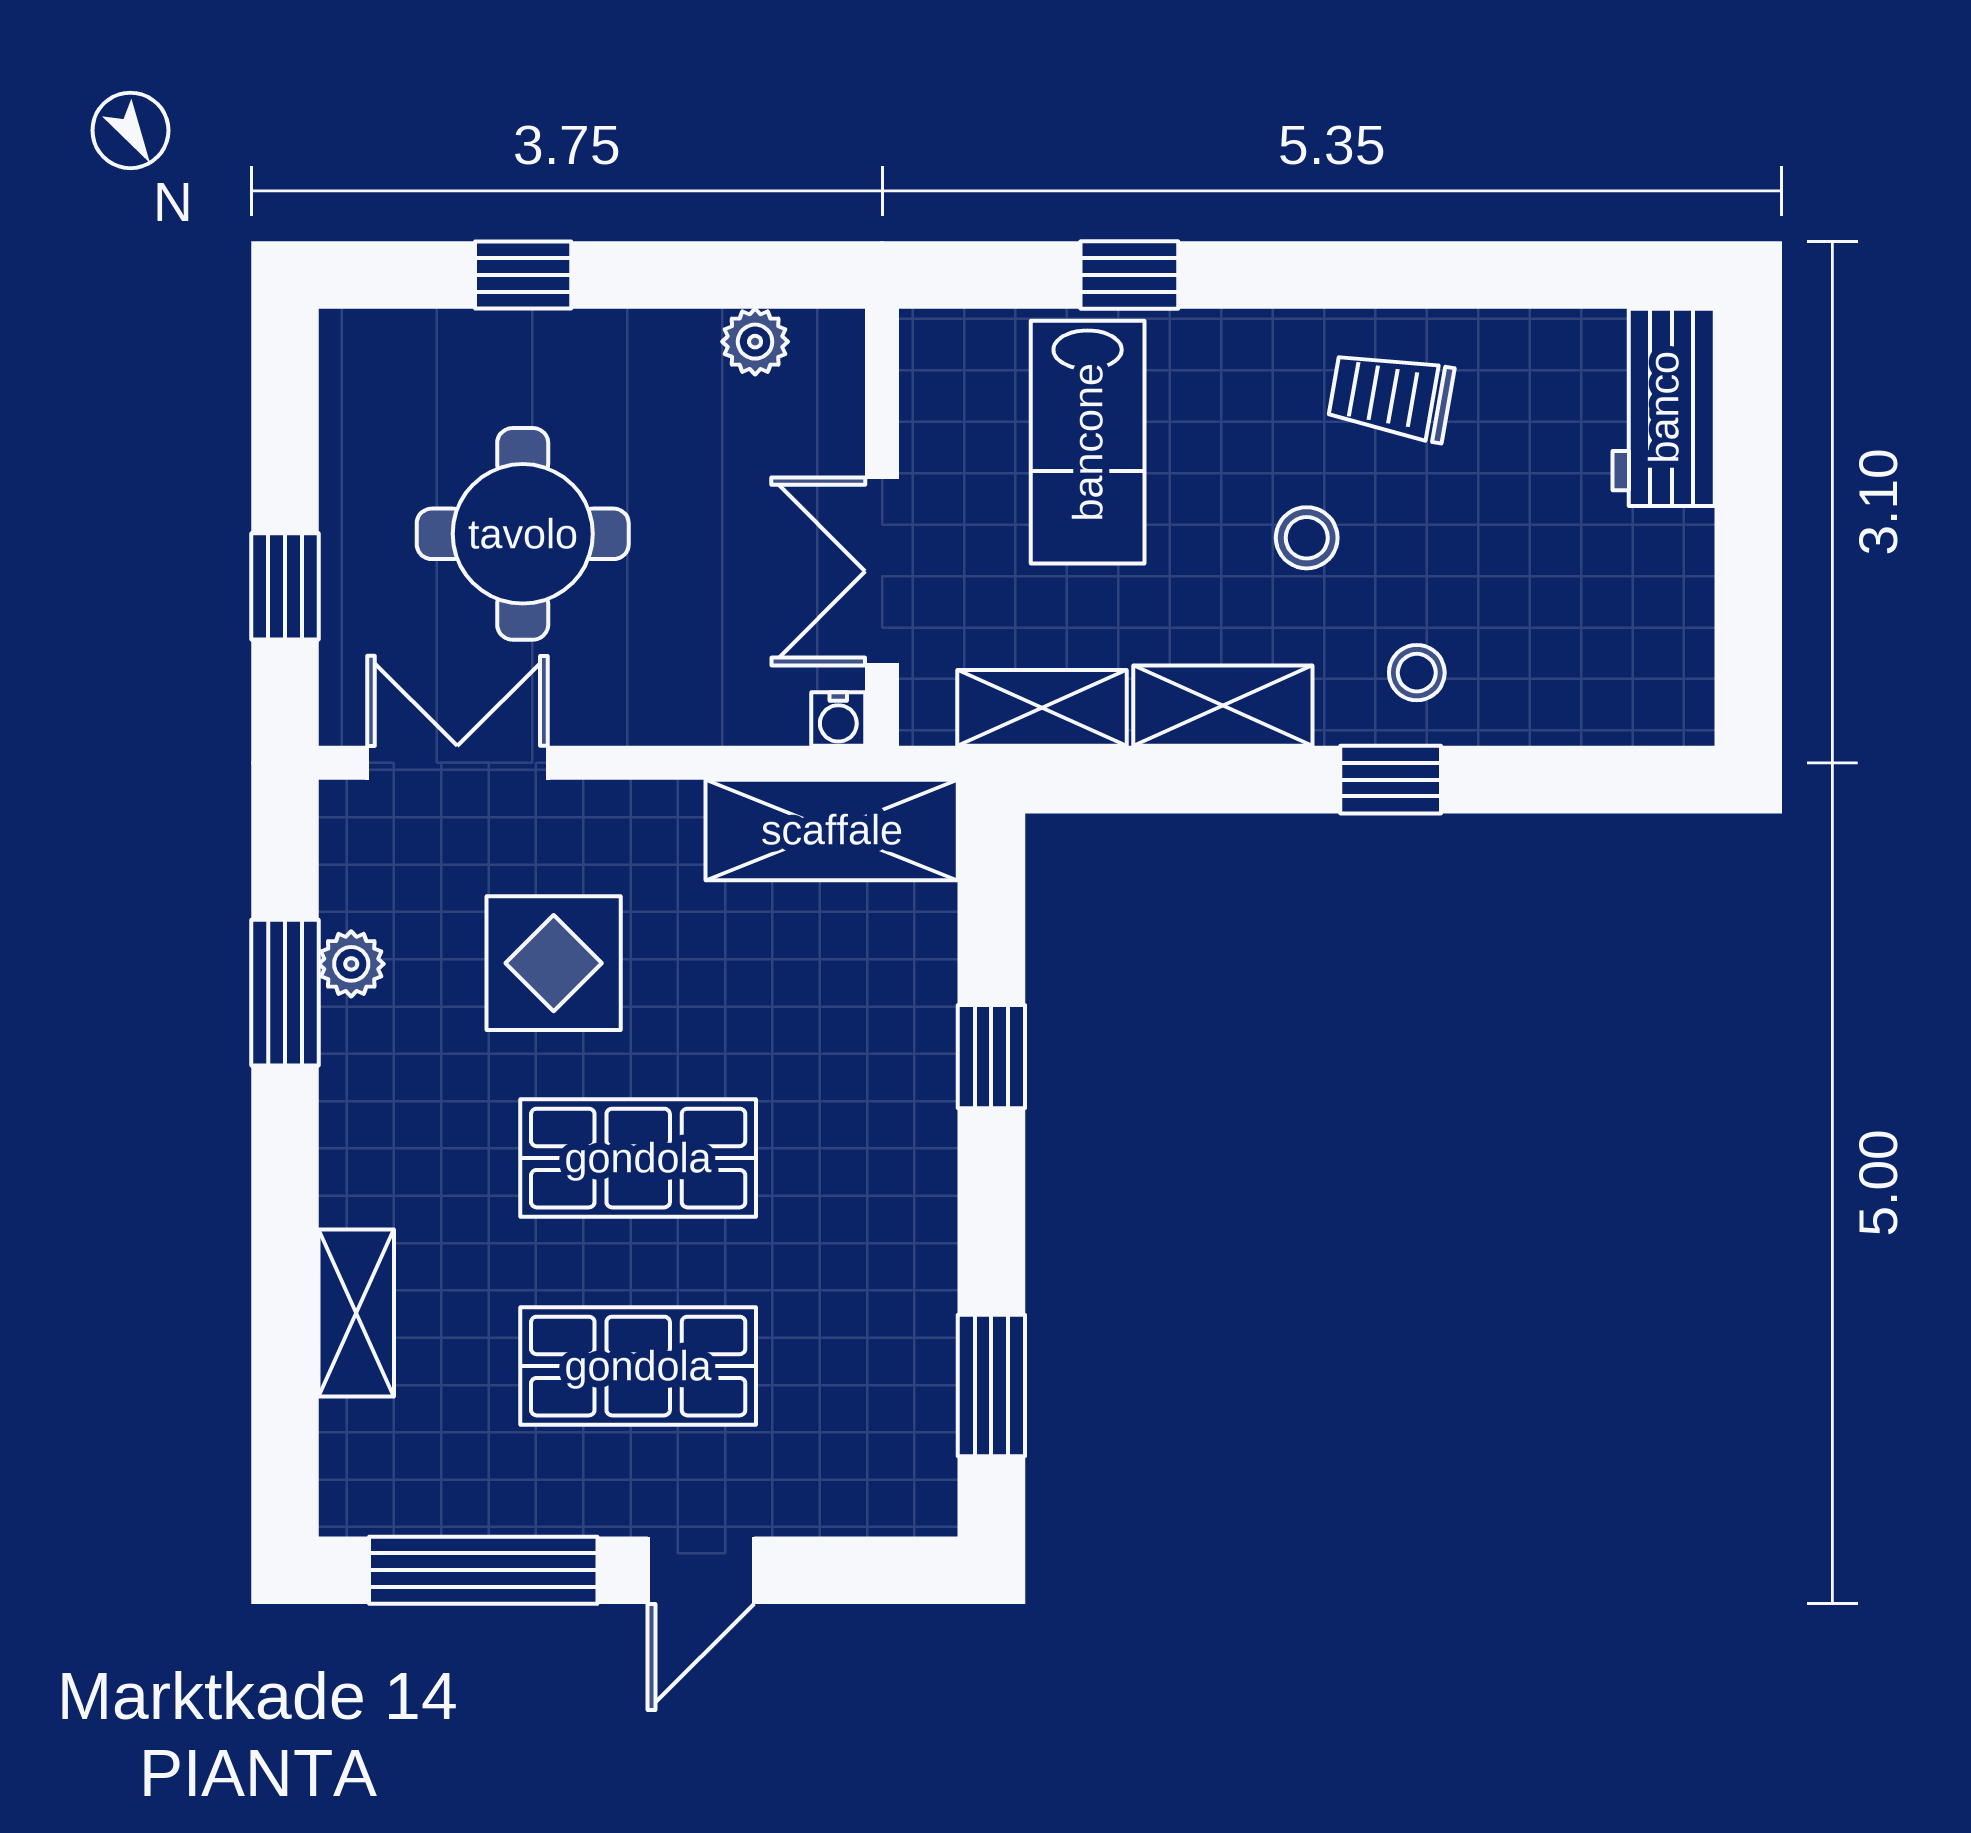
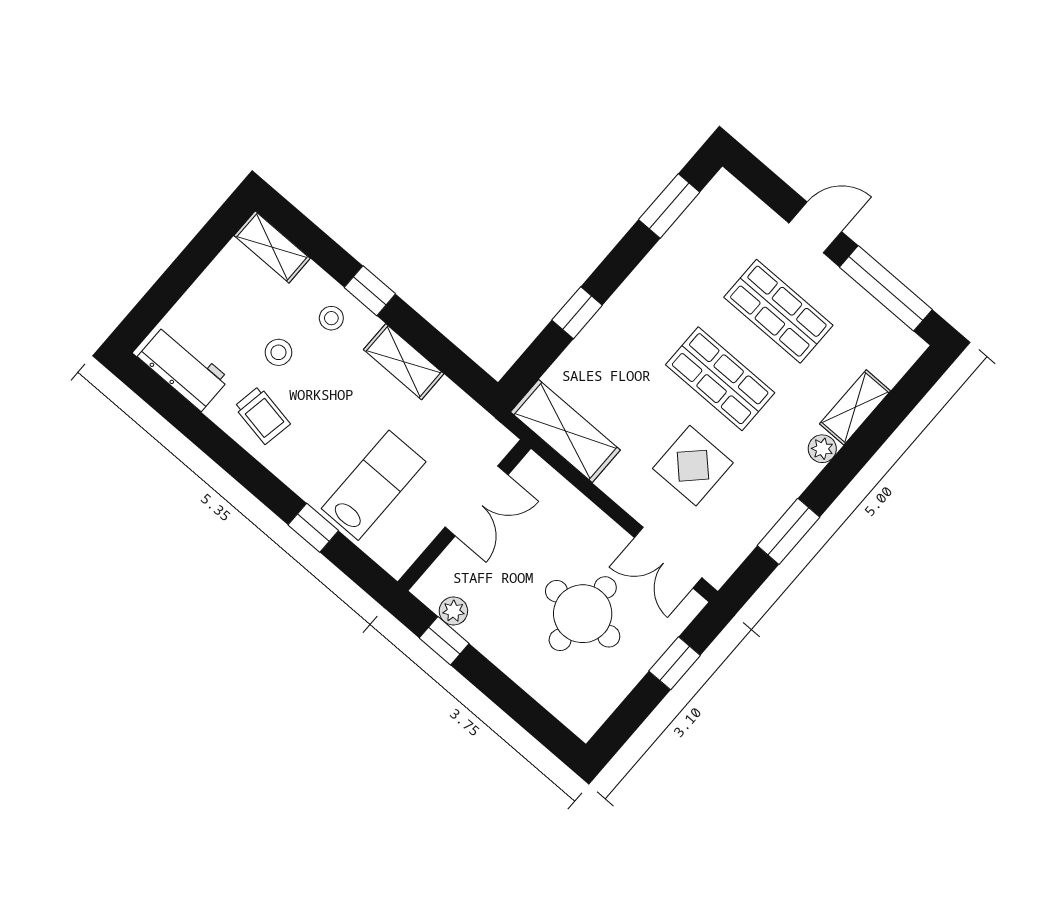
window: (523, 275) -> (444, 641), moved
workbench: (1664, 407) -> (183, 368), moved, turned -90
stool: (1307, 538) -> (278, 352), moved
shelving: (1042, 708) -> (272, 247), moved
water cooler: (838, 719) -> (532, 465), removed
plant: (351, 964) -> (822, 449), moved

